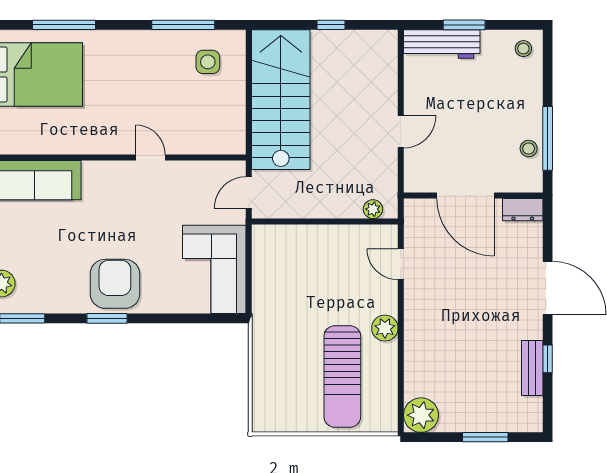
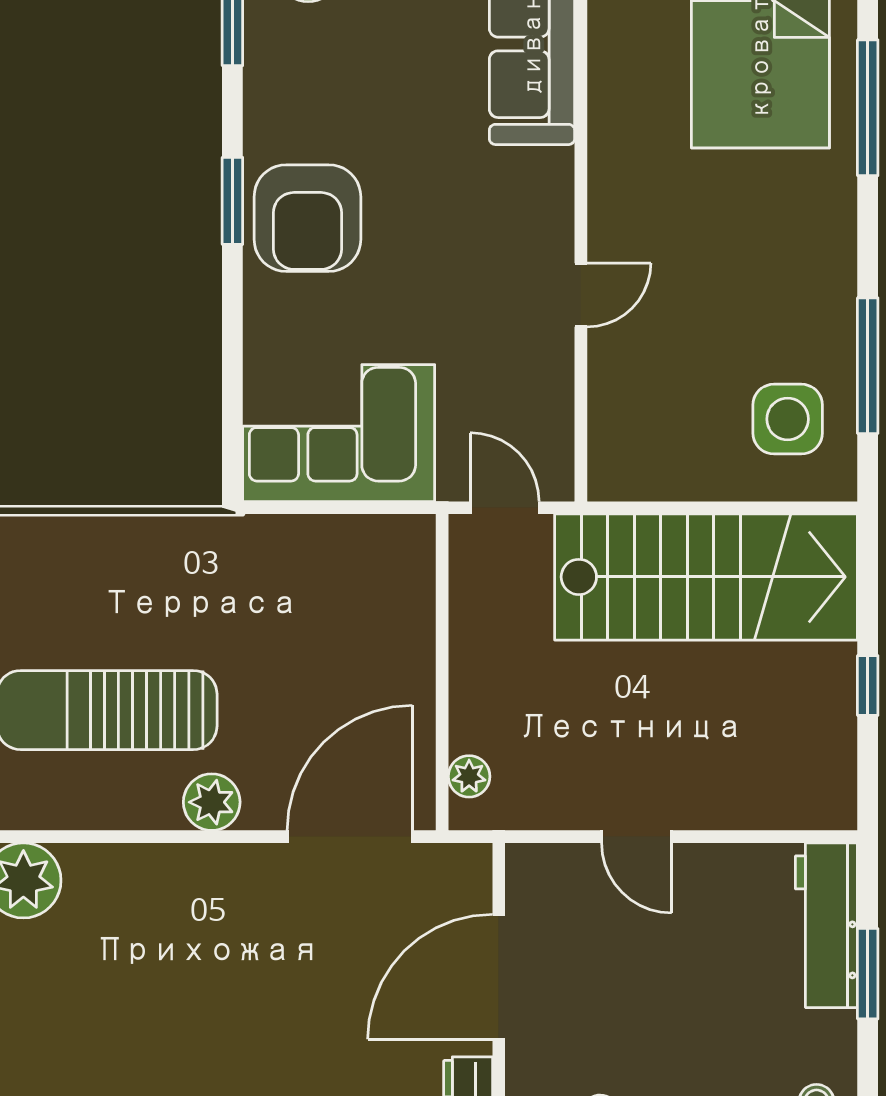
side table: (208, 62) -> (788, 419), width x1.37, depth x1.37
door: (401, 264) -> (350, 837), width x1.88
armchair: (115, 284) -> (307, 218), turned 90

